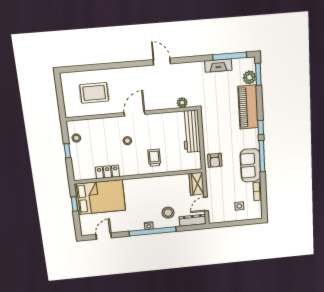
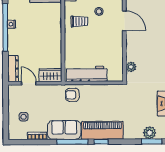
piano: (248, 107) -> (102, 130), moved
workbench: (191, 131) -> (87, 74), moved
trolley: (154, 158) -> (79, 21), moved
stool: (168, 213) -> (23, 45), removed

